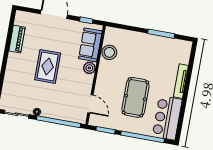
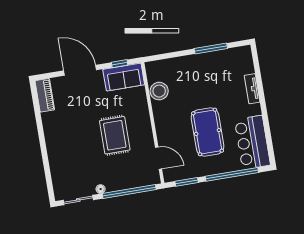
piano: (17, 39) -> (45, 95), moved
sofa: (90, 45) -> (124, 77), moved, turned -90
rug: (48, 66) -> (115, 135), moved
plant: (89, 68) -> (143, 117), removed
tv unit: (181, 81) -> (252, 89), width x0.71

